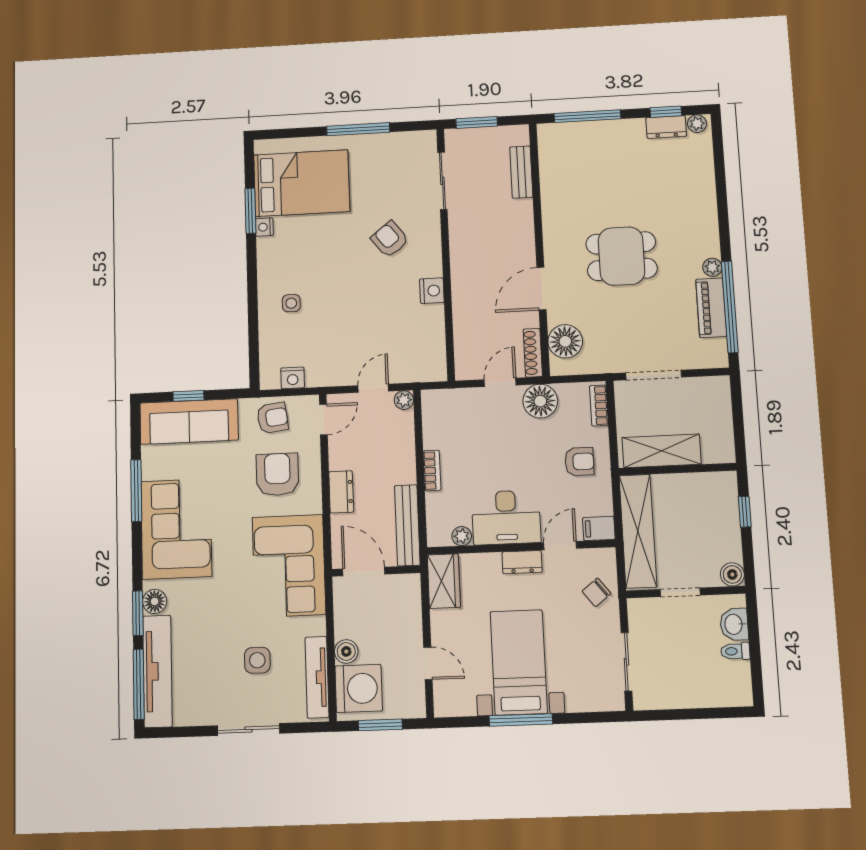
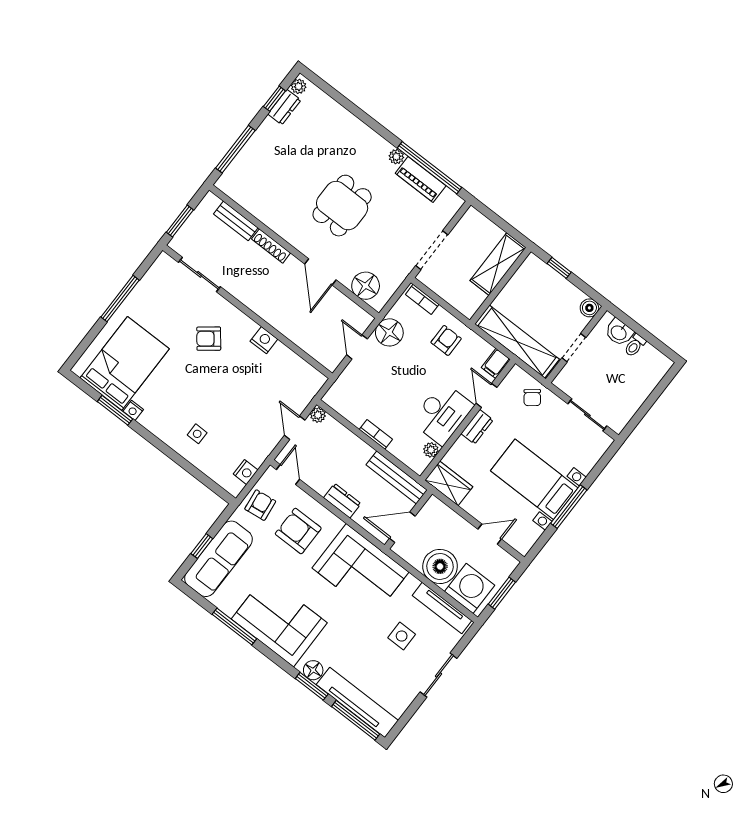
shoe rack: (533, 353) -> (271, 246), moved
shelving: (662, 451) -> (498, 264), moved
boiler: (346, 651) -> (440, 566), width x1.86, depth x1.86

